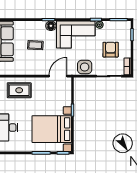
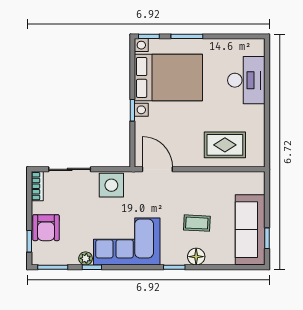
floor lamp: (51, 26) -> (196, 257), moved
armchair: (111, 50) -> (46, 228), moved
door: (58, 76) -> (157, 169), swing flipped

